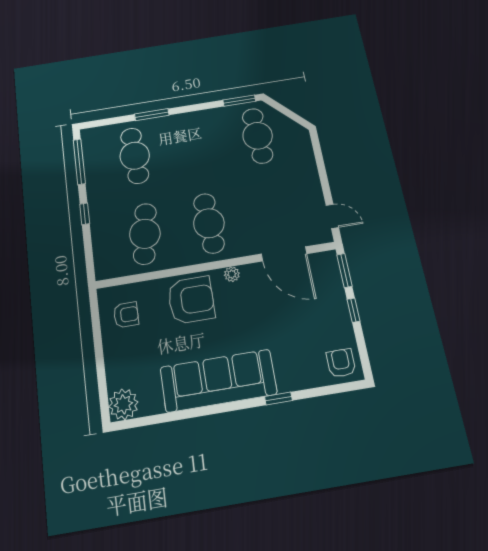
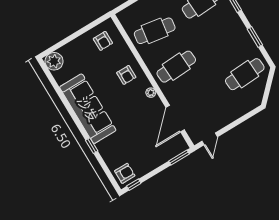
window: (239, 101) -> (255, 37), moved
armchair: (191, 300) -> (126, 75), width x0.53, depth x0.53
window: (353, 310) -> (134, 185), moved

